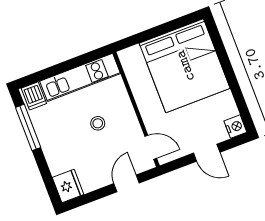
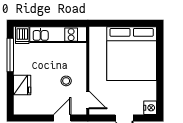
stool: (98, 123) -> (66, 81), moved
fridge: (68, 186) -> (22, 85), moved

